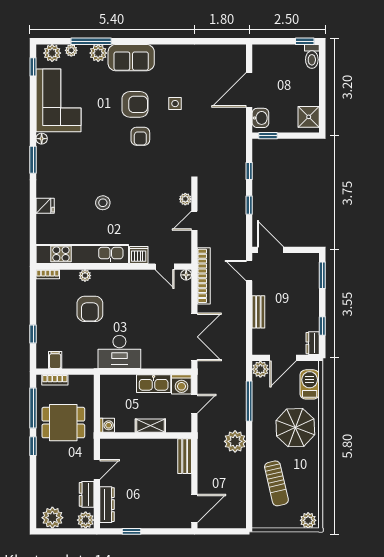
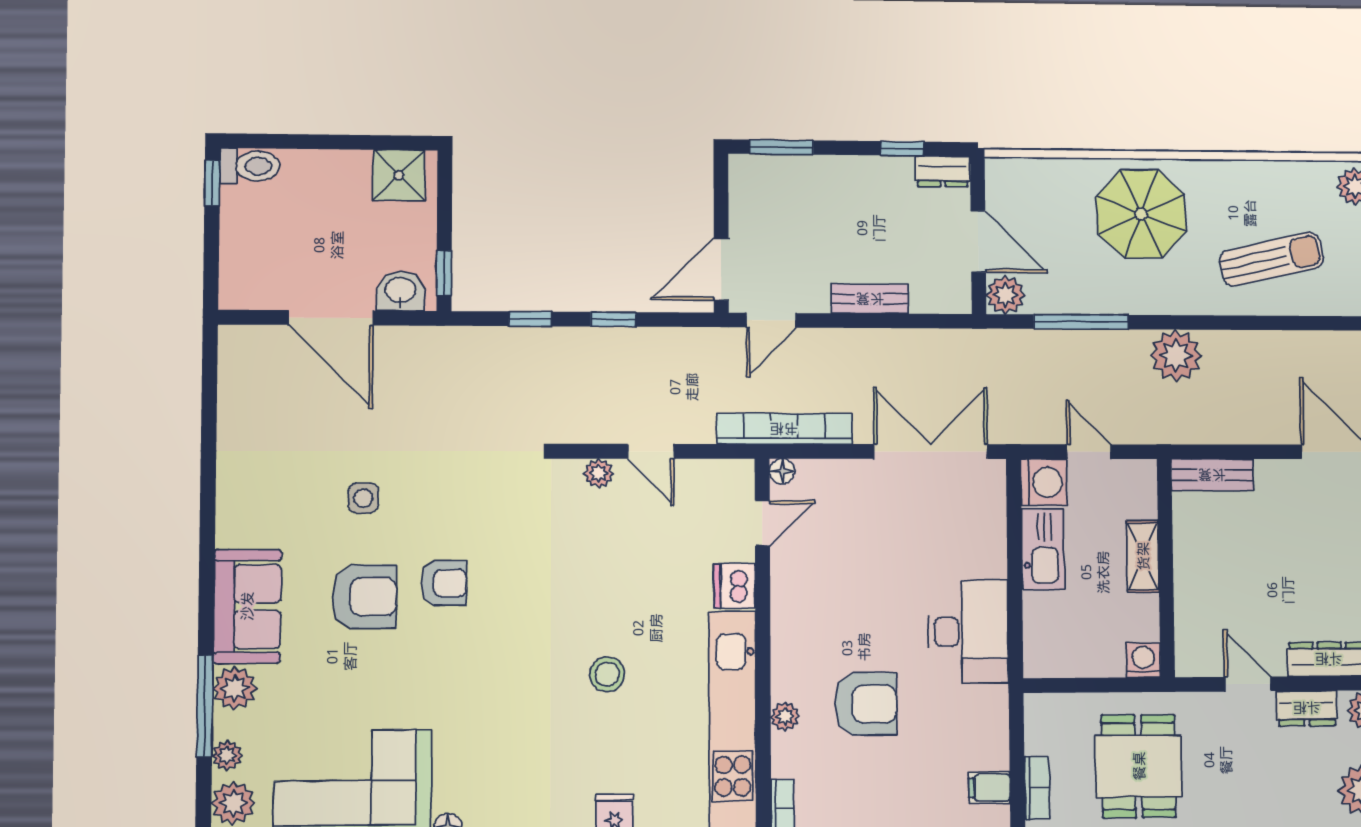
armchair: (135, 104) -> (364, 596), turned 90
barbecue: (310, 384) -> (1040, 180), removed

